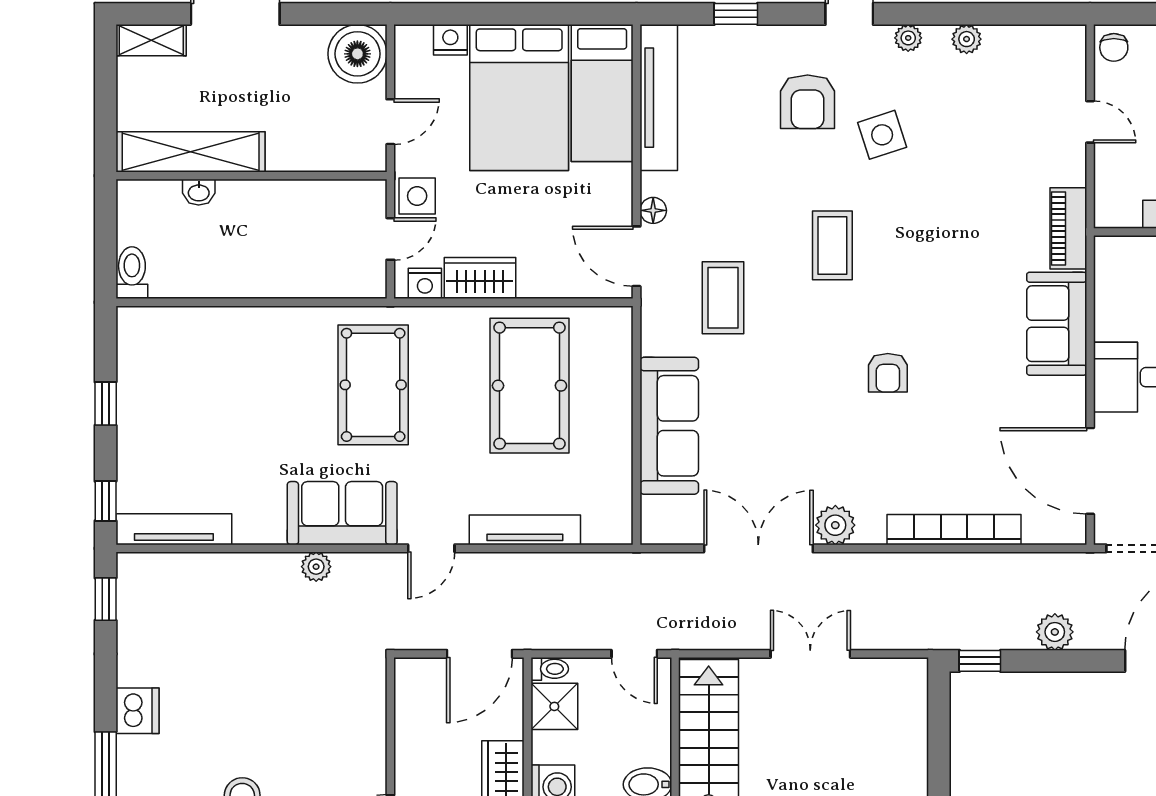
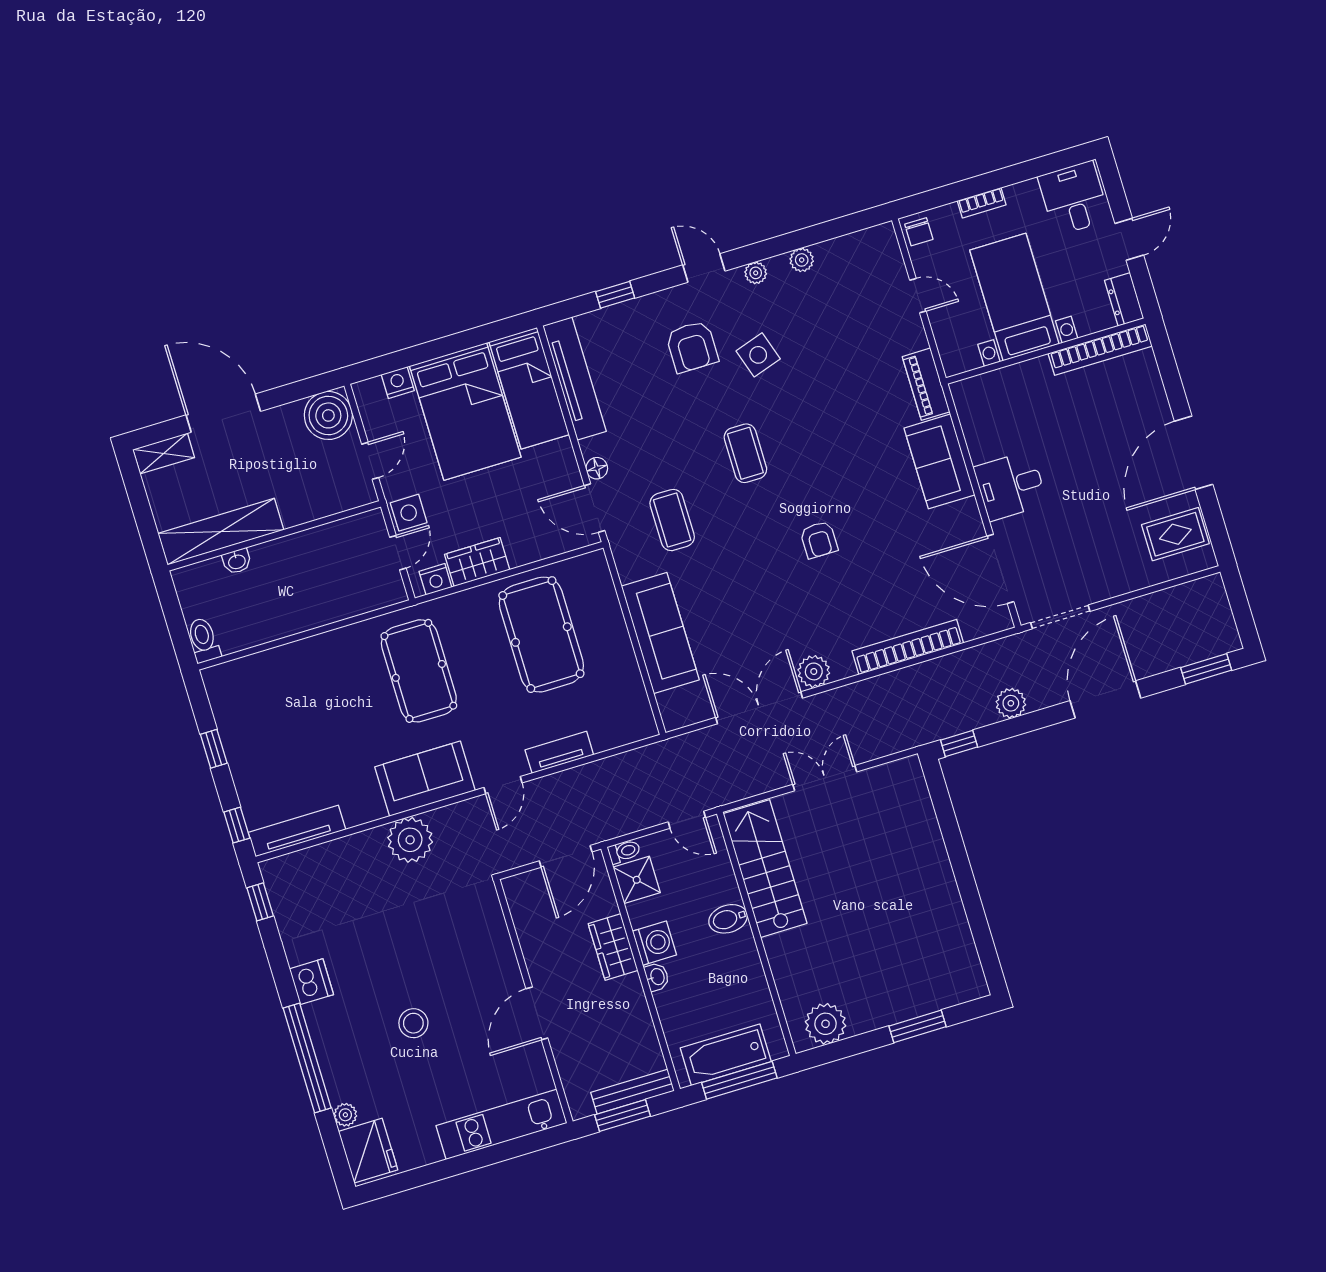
tv unit: (525, 530) -> (559, 752), width x0.71
plant: (316, 567) -> (410, 840), width x1.87, depth x1.87

